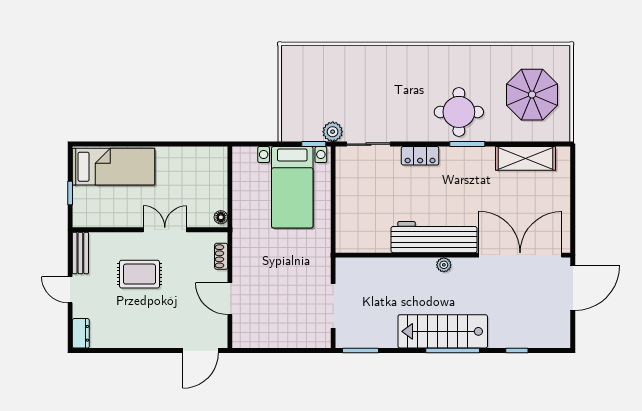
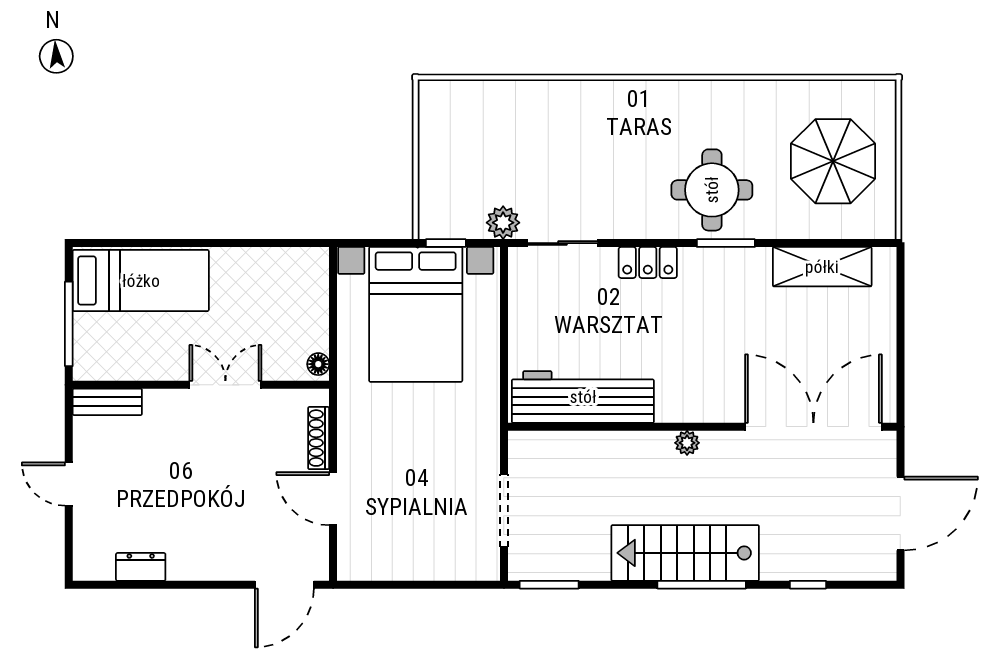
window: (314, 144) -> (446, 243), moved
bed with nightstands: (292, 187) -> (416, 314), width x1.36
window: (70, 193) -> (69, 324), width x2.17
workbench: (434, 237) -> (583, 397), moved
bench: (80, 253) -> (107, 402), moved, turned 90
shoe rack: (221, 256) -> (319, 438), width x1.43
rug: (139, 274) -> (184, 458), removed
door: (573, 288) -> (900, 514), moved
dresser: (81, 333) -> (141, 567), moved, turned -90

